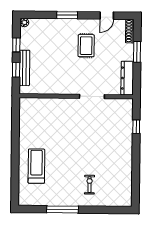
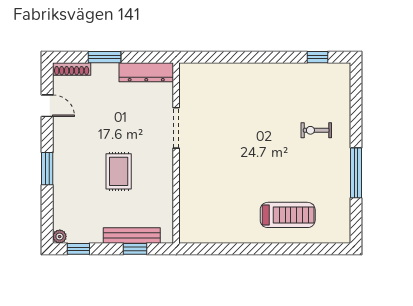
window: (16, 45) -> (78, 249), moved
rug: (86, 46) -> (119, 171), moved, turned 90
window: (136, 127) -> (318, 57), moved
treadmill: (36, 166) -> (288, 215), turned 180

